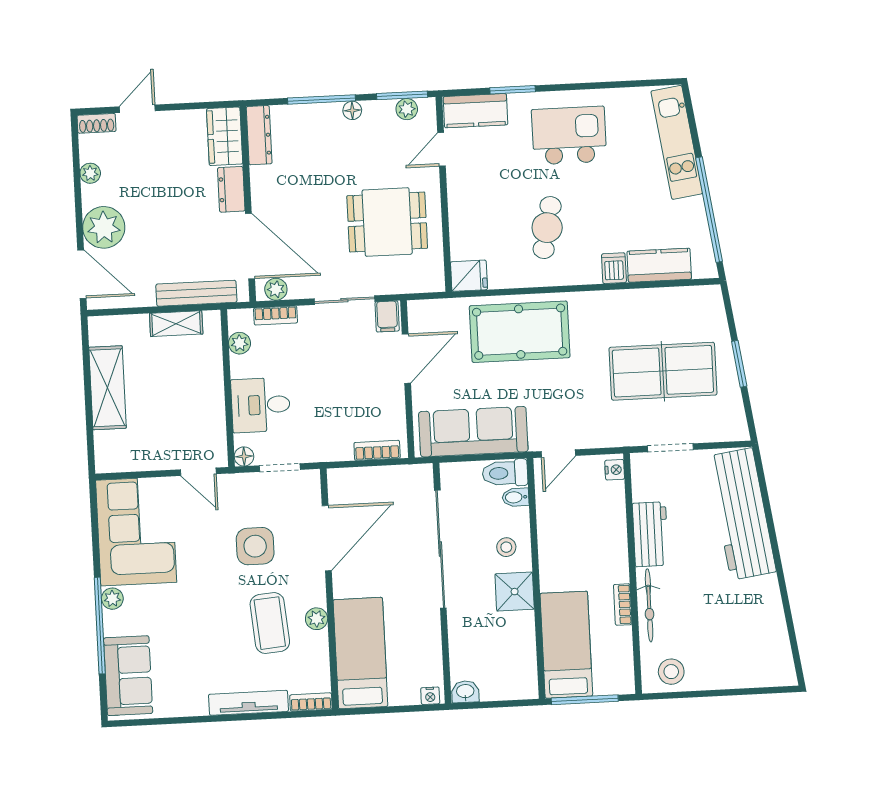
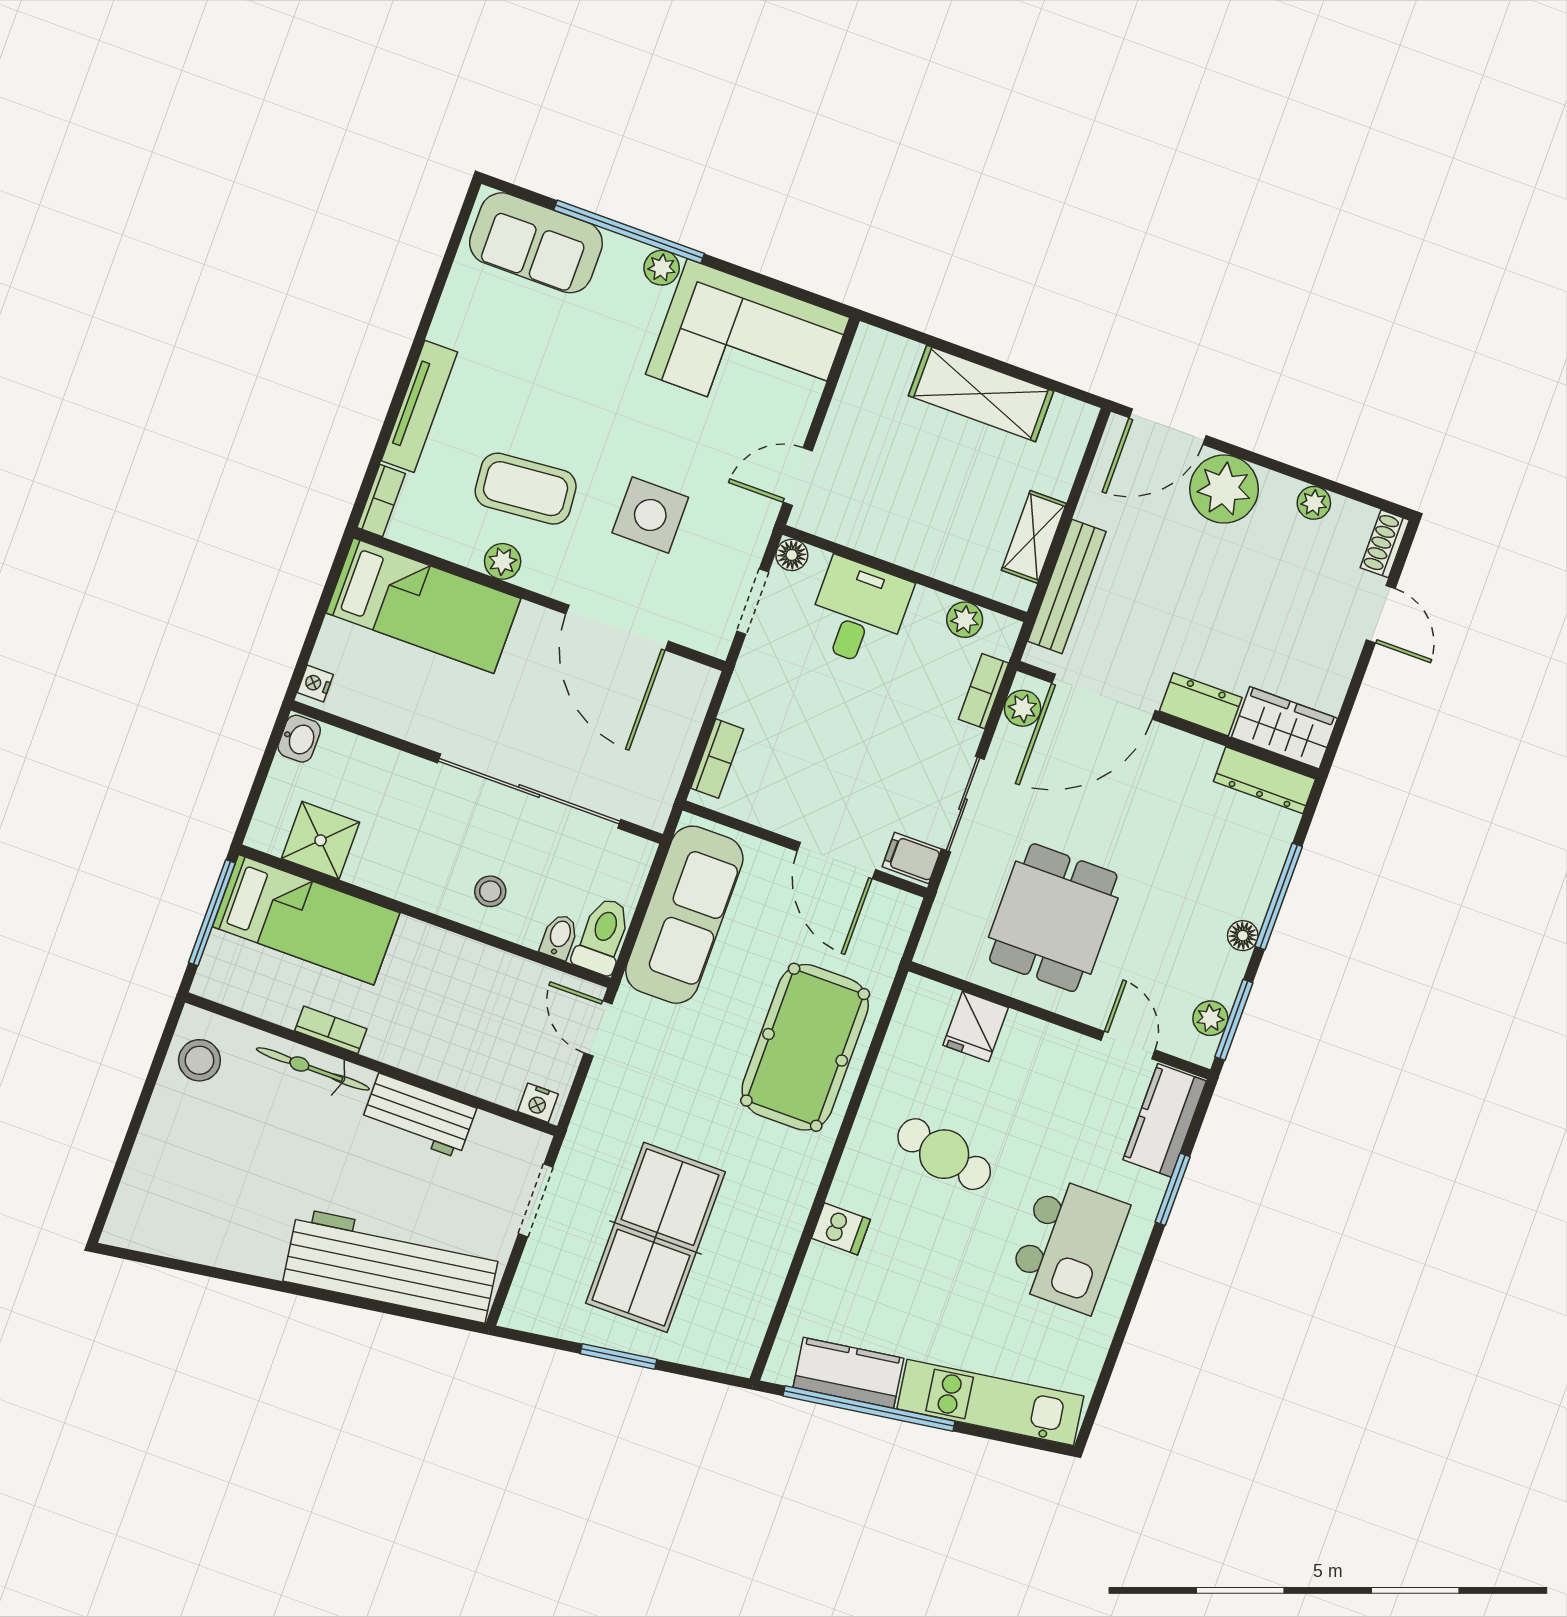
kitchen counter: (659, 265) -> (848, 1373), moved, turned -98
fridge: (469, 276) -> (976, 1026), moved
shower: (515, 592) -> (321, 840), moved

